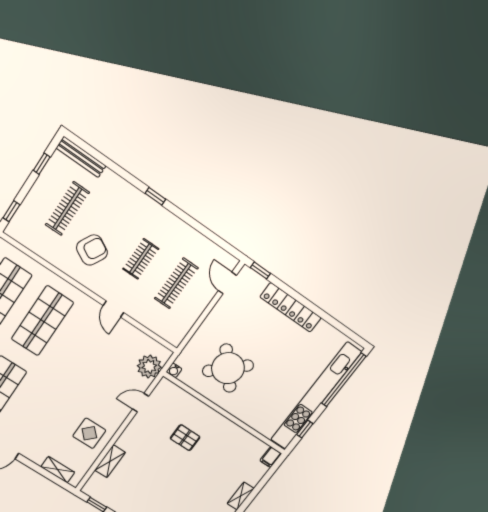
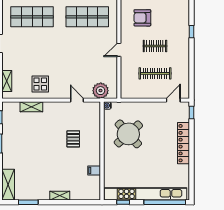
armchair: (92, 250) -> (142, 18), turned 152
filing cabinet: (271, 457) -> (94, 170), moved

